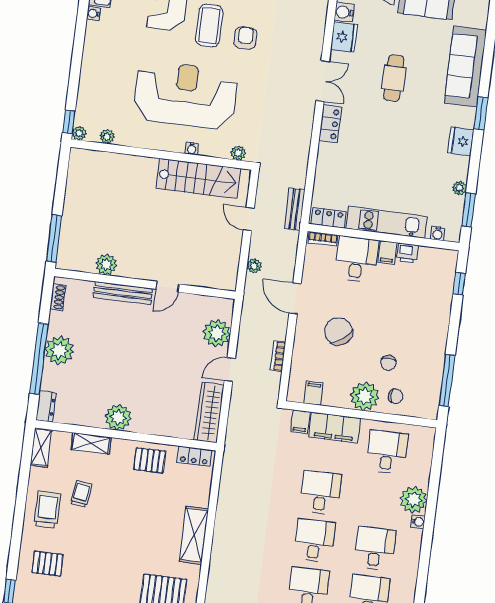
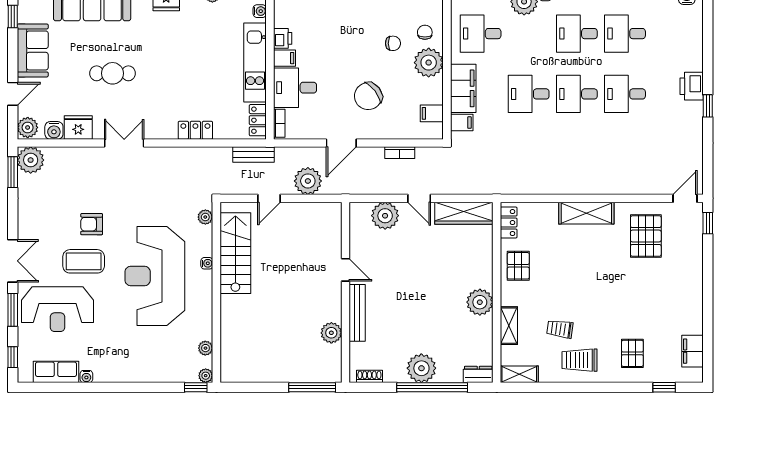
locker: (330, 124) -> (195, 130), moved
plant: (254, 266) -> (308, 181), width x1.88, depth x1.88

